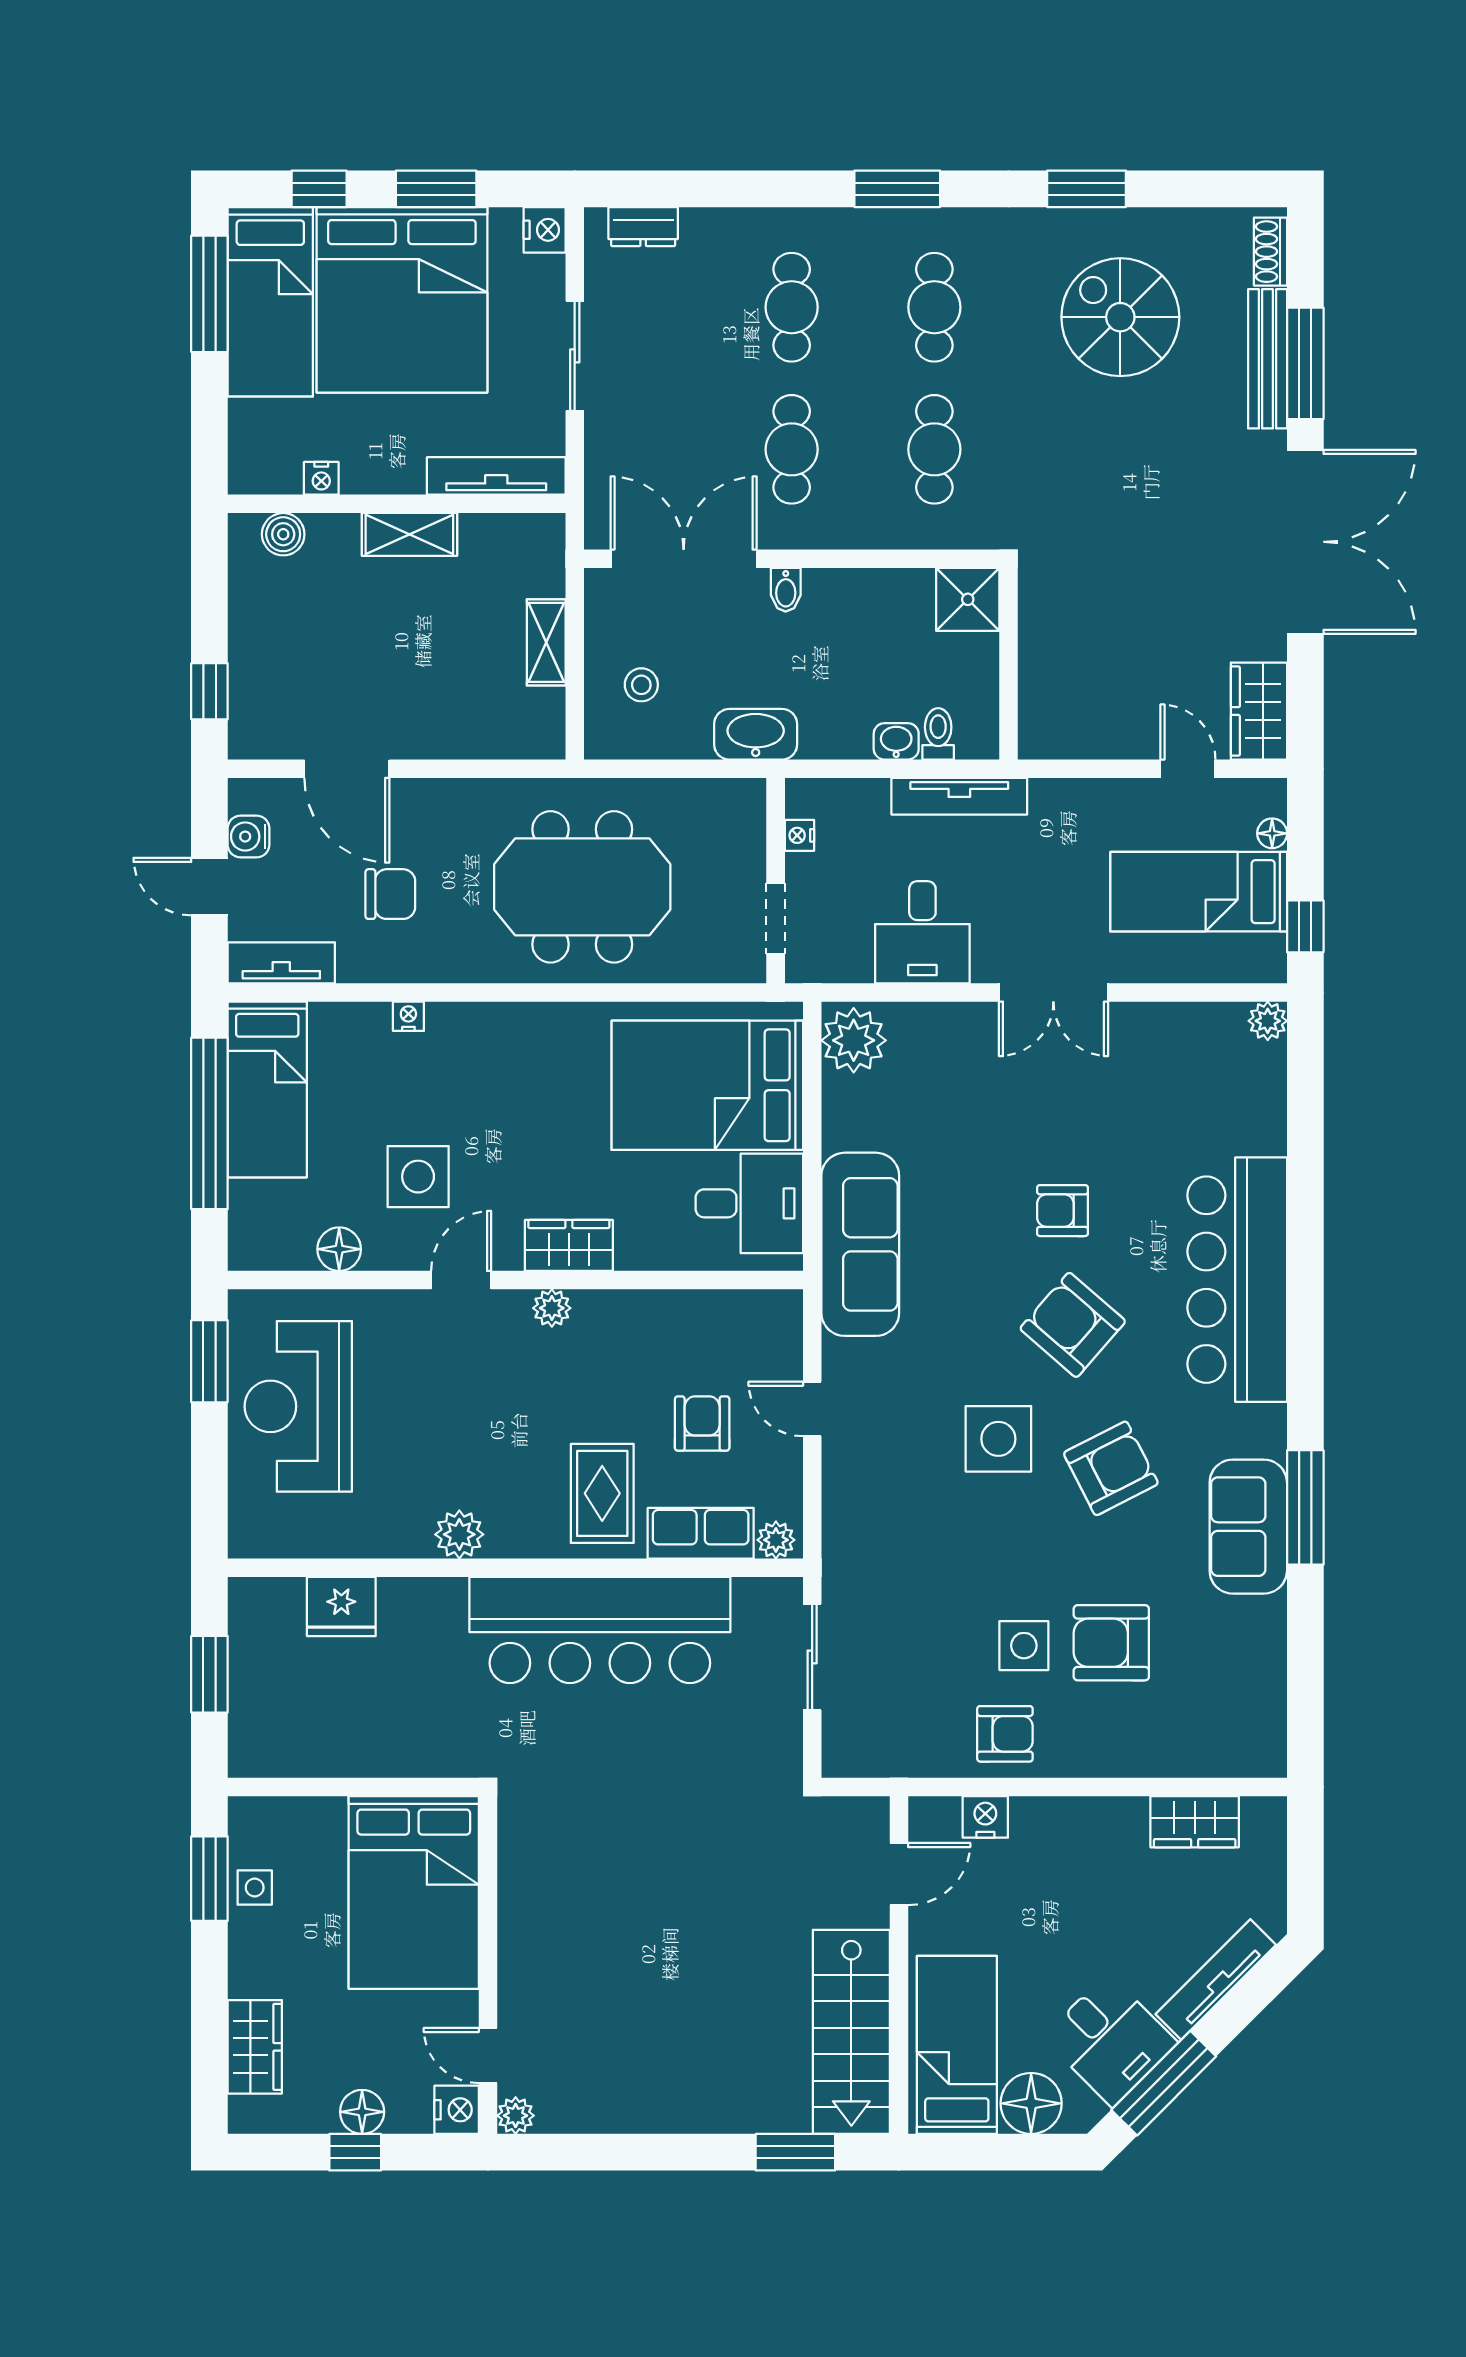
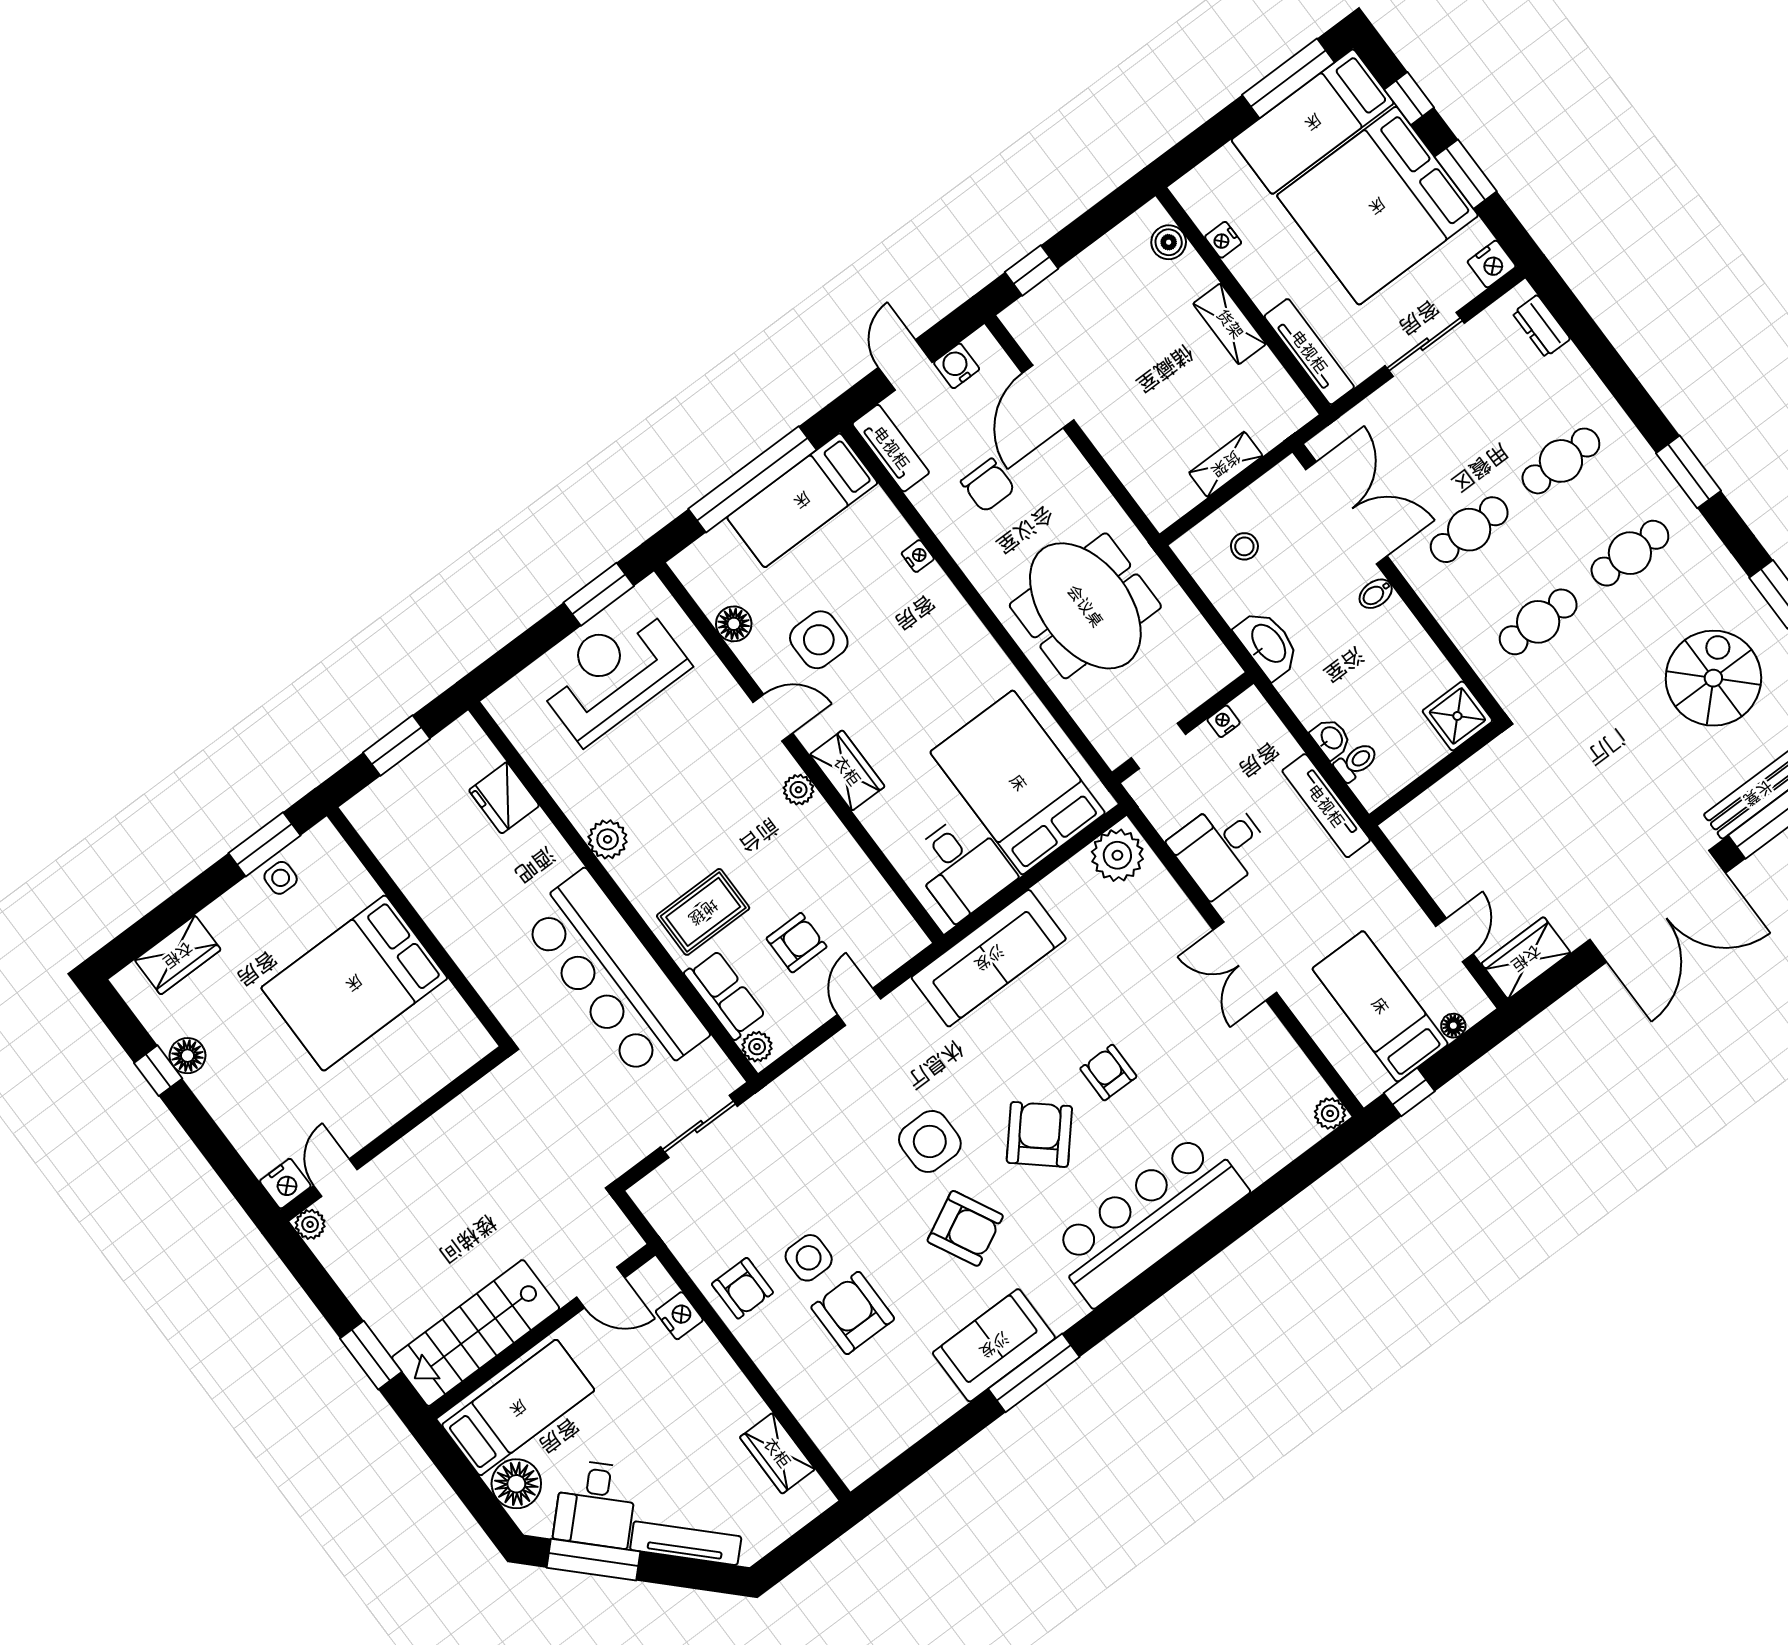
wall: (488, 1965) -> (394, 1134), moved
door: (488, 2056) -> (336, 1178), moved
nightstand: (457, 2110) -> (285, 1184), moved
plant: (516, 2116) -> (310, 1224), moved

